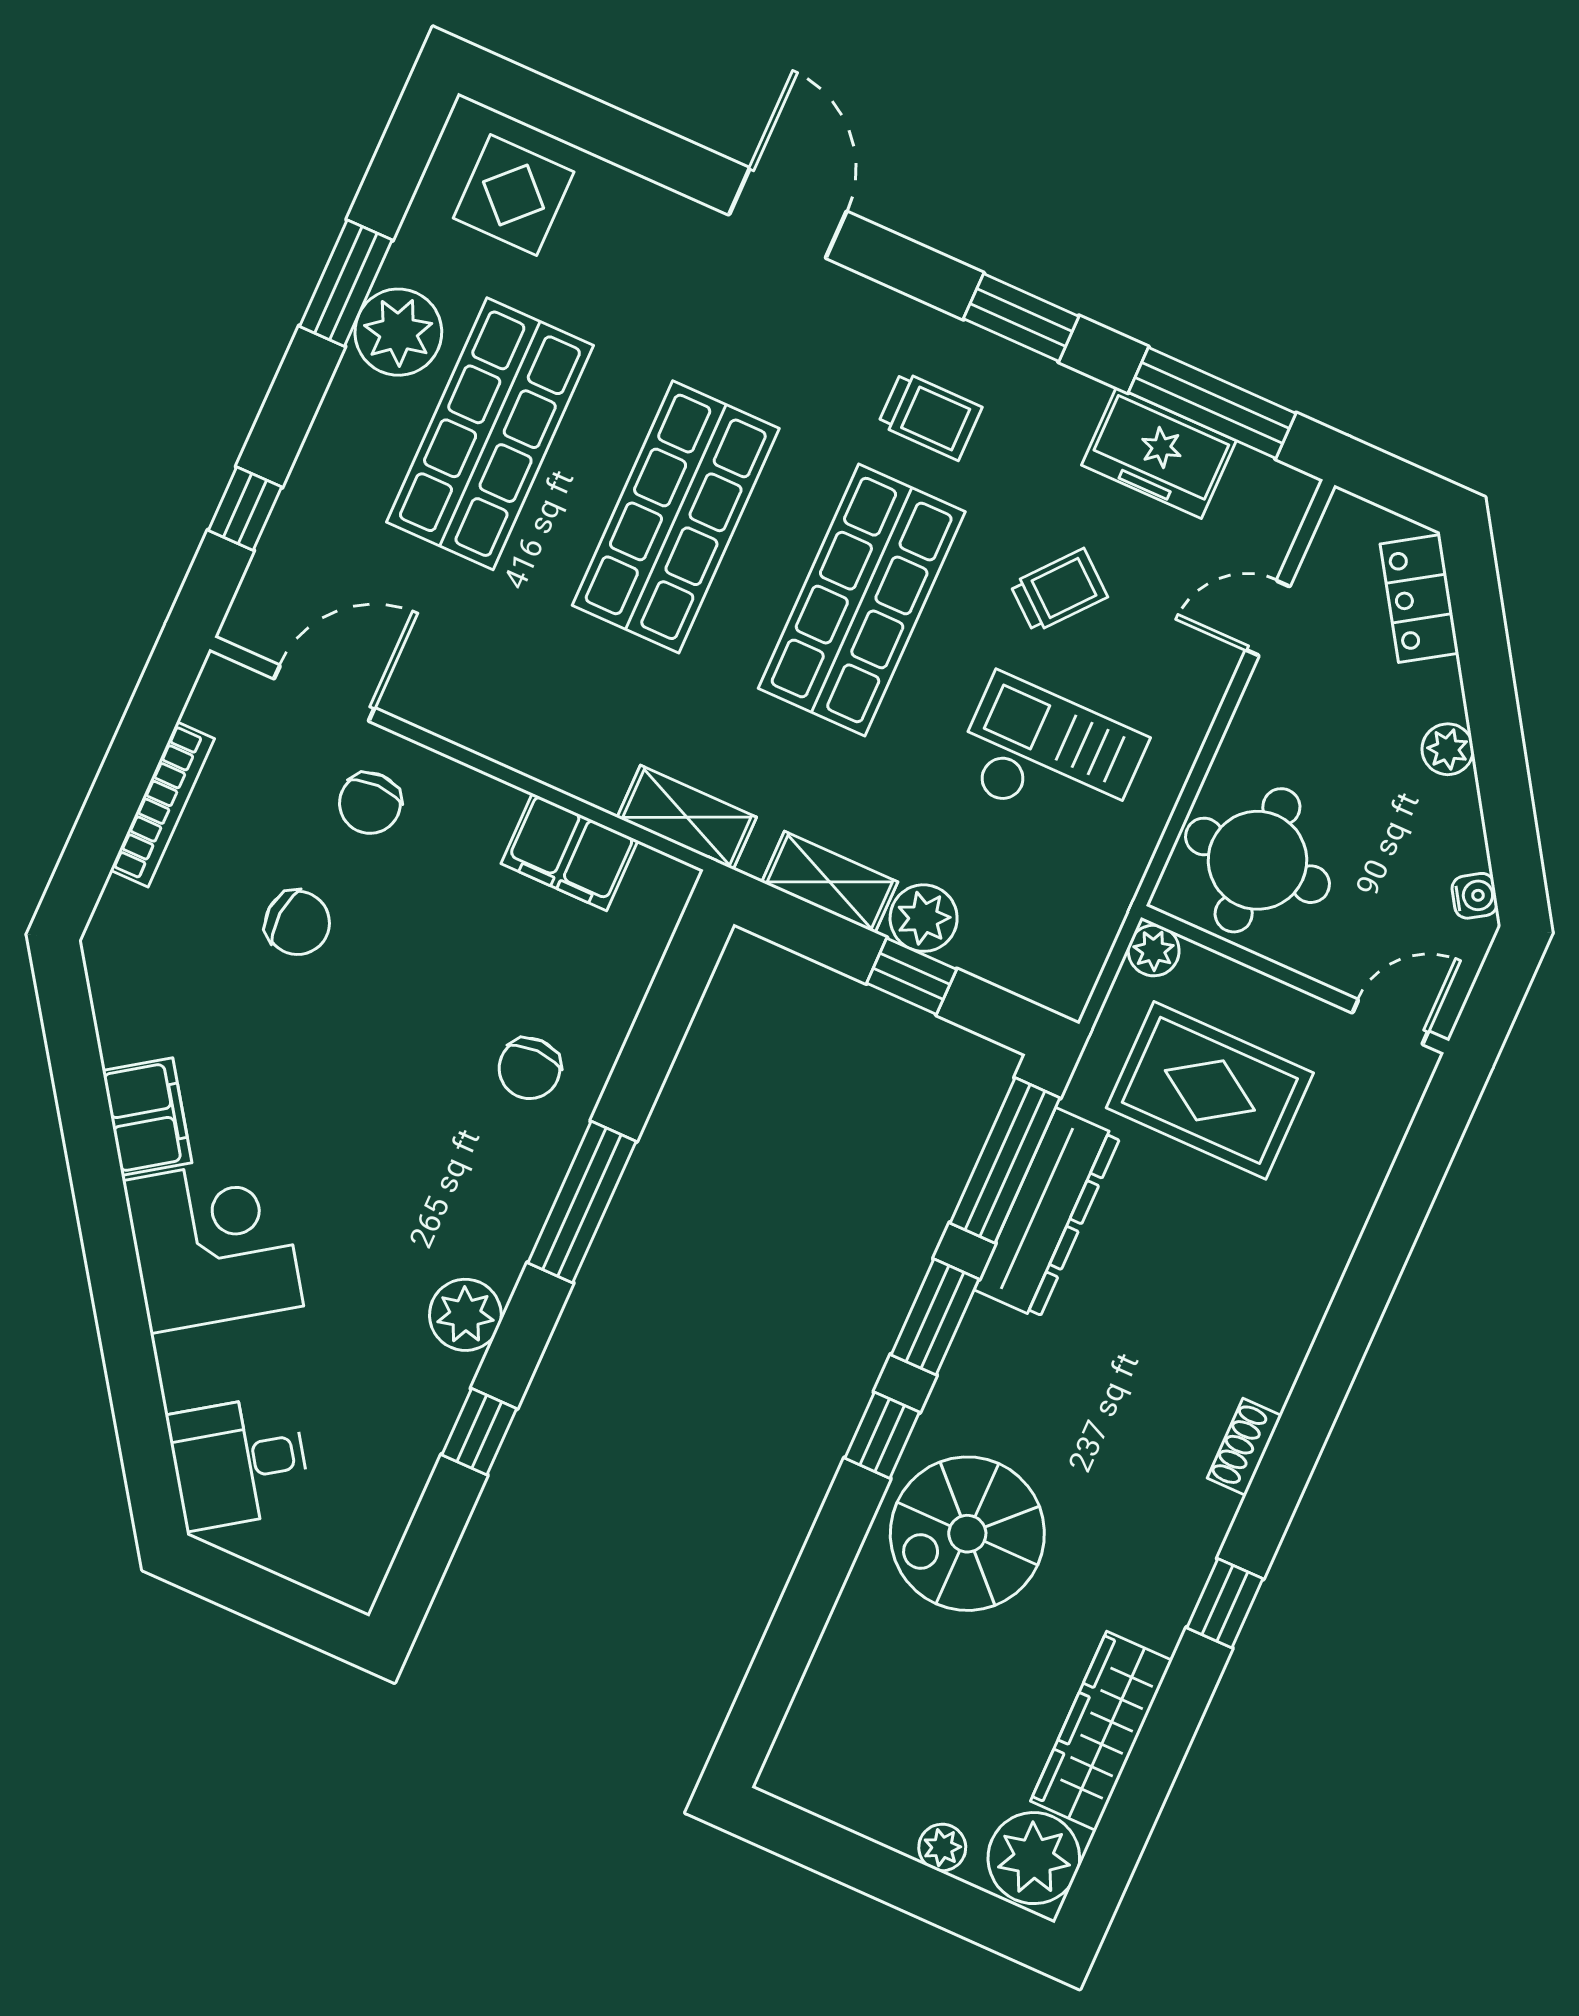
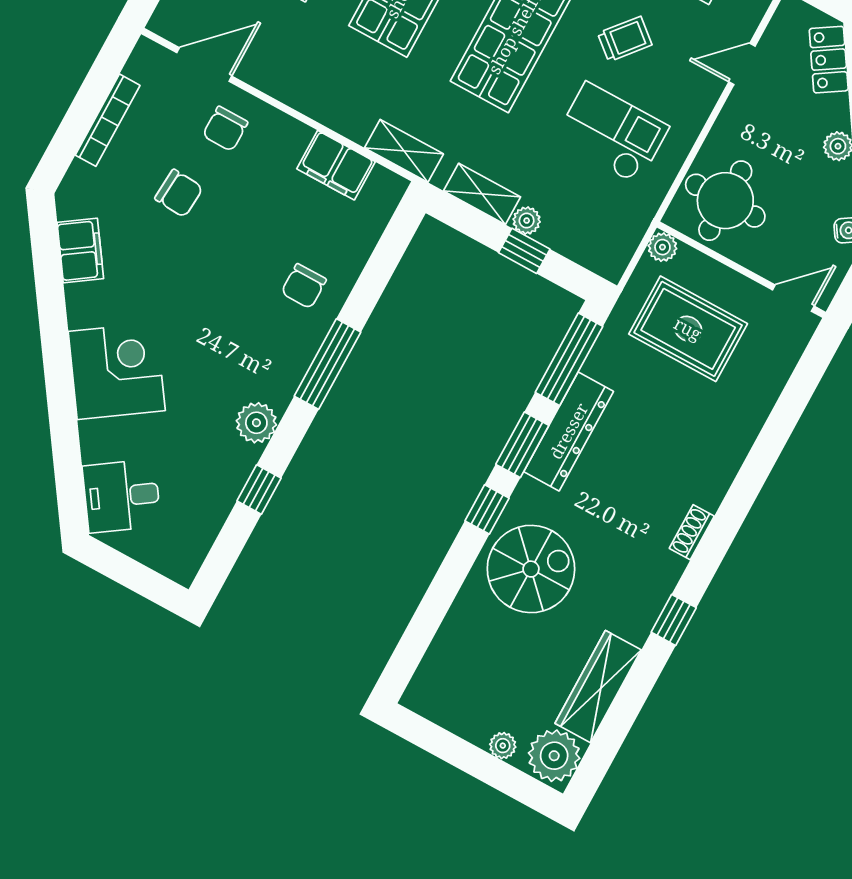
plant: (924, 918) -> (527, 221), width x0.73, depth x0.73
filing cabinet: (147, 1117) -> (80, 250), moved
dresser: (1047, 1213) -> (569, 431), moved
spiral stairs: (967, 1534) -> (531, 569), turned 180

